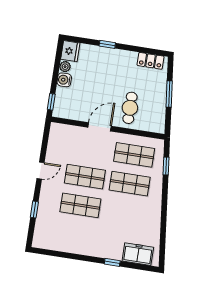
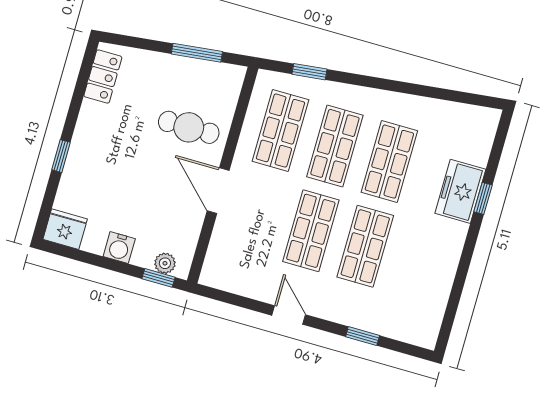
plant: (65, 67) -> (165, 263), moved
window: (169, 94) -> (197, 53), moved
shop shelf: (125, 212) -> (389, 162), added
freezer: (138, 254) -> (460, 191), moved

